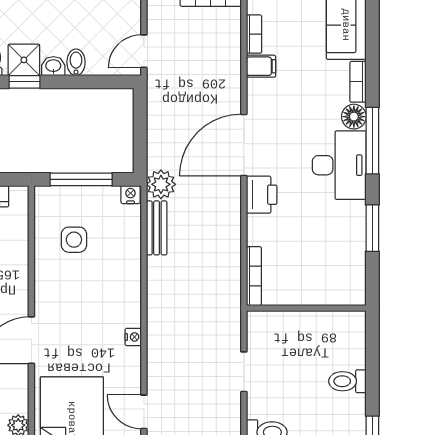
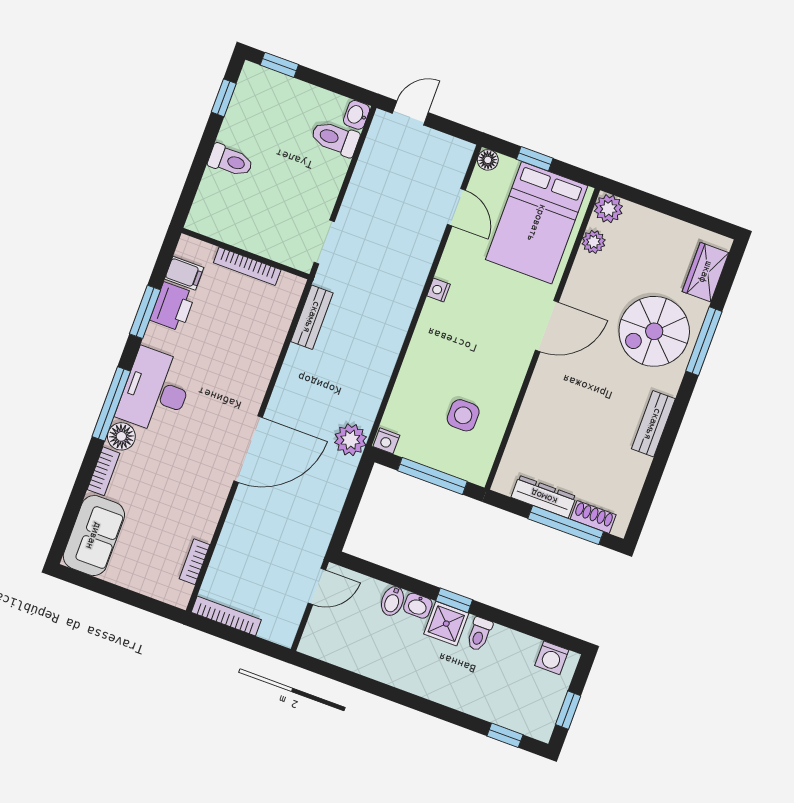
filing cabinet: (261, 66) -> (184, 273), moved, turned 180
printer: (262, 195) -> (173, 307), moved, turned 180
bench: (157, 228) -> (312, 317), moved
bookcase: (254, 276) -> (247, 266), moved, turned -90
doorway: (244, 372) -> (324, 242), moved

